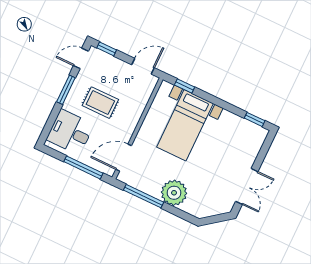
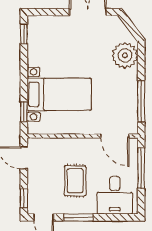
plant: (174, 193) -> (125, 55), moved

